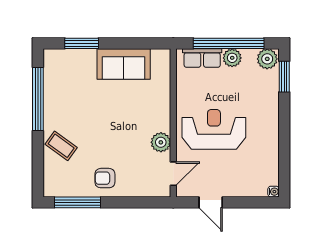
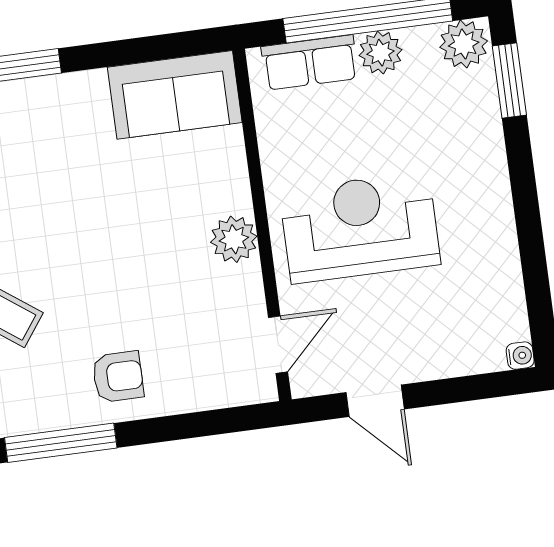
sofa: (124, 64) -> (175, 95), moved
plant: (161, 142) -> (234, 239), moved
armchair: (105, 178) -> (118, 377), turned 180

